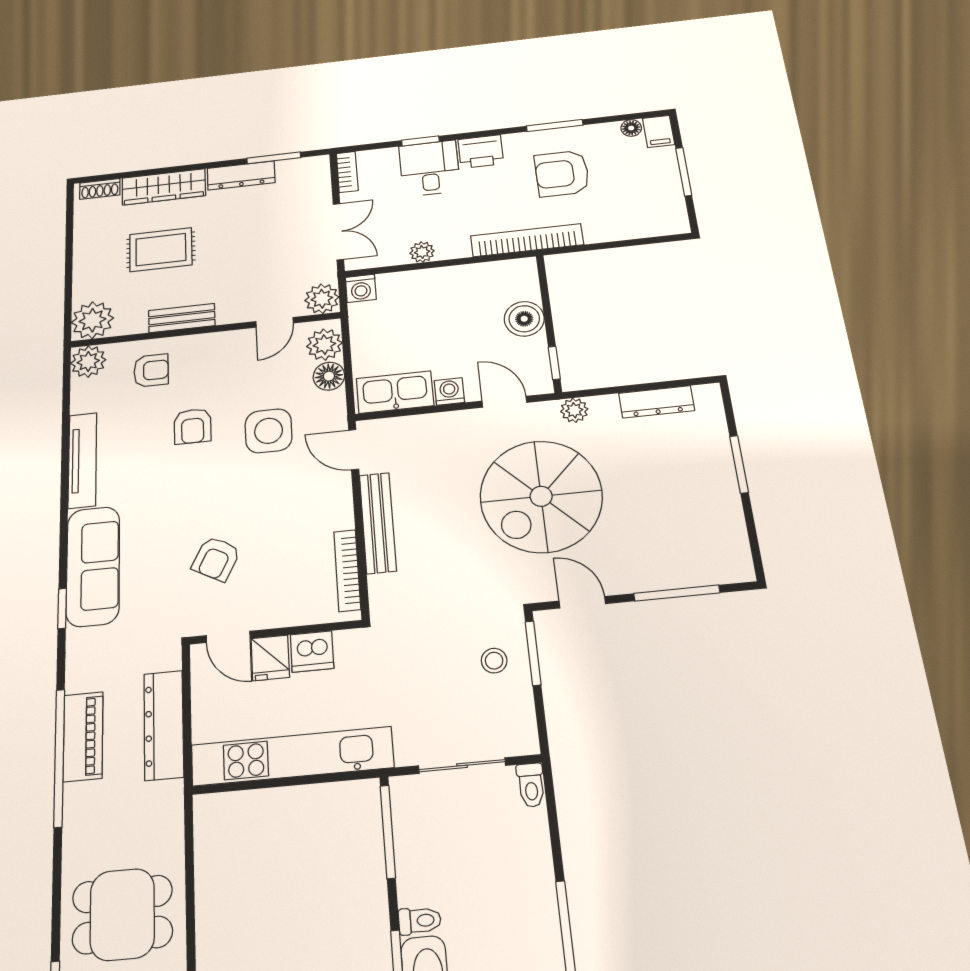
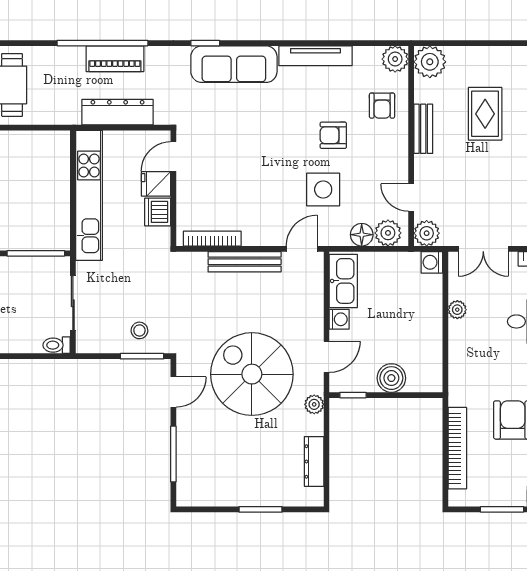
bookcase: (527, 240) -> (457, 448), moved
armchair: (216, 559) -> (230, 150), removed

